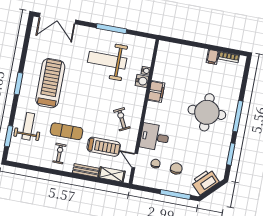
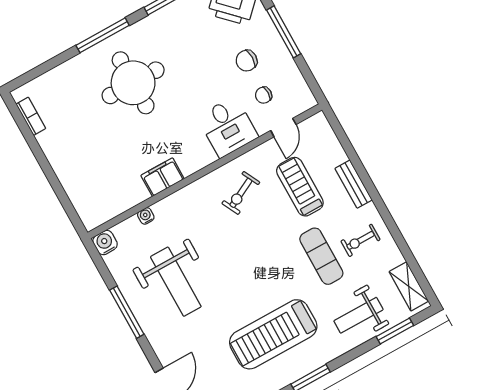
filing cabinet: (213, 57) -> (49, 139), removed
water cooler: (142, 81) -> (105, 243), moved
shelving: (112, 174) -> (409, 286), moved

